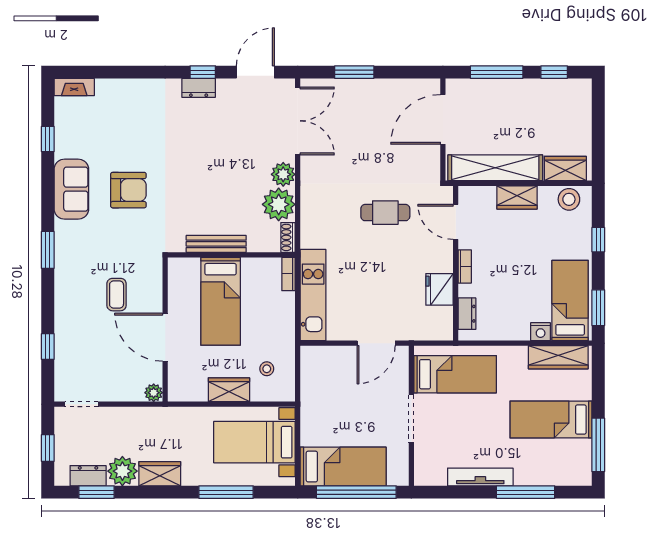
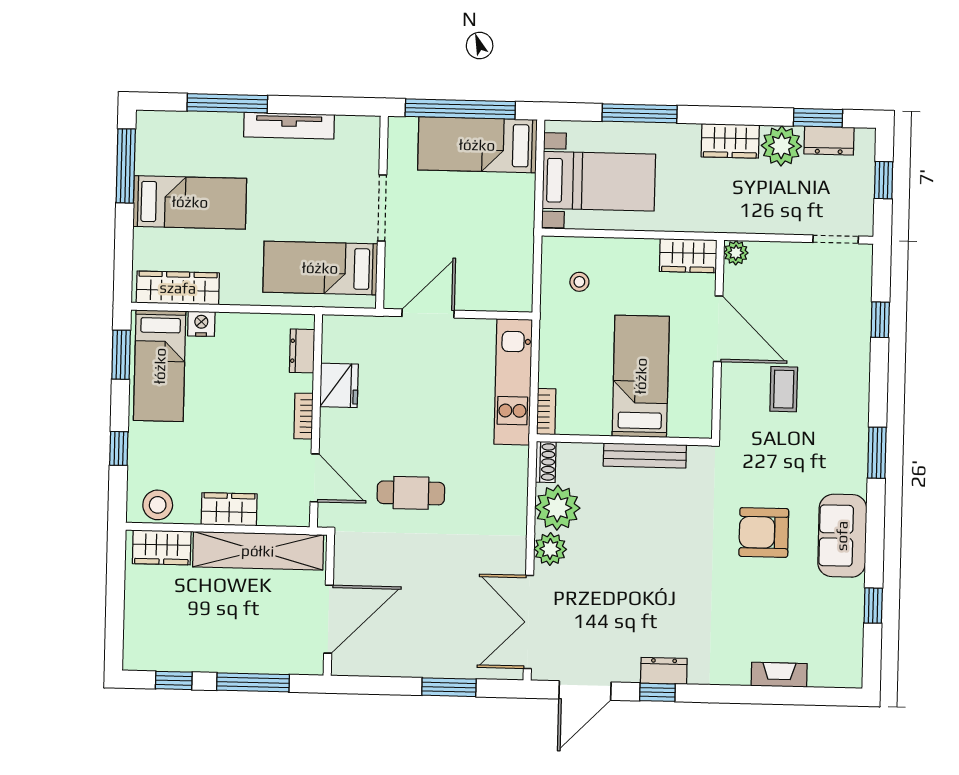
fireplace: (74, 87) -> (779, 675), moved
wardrobe: (229, 390) -> (688, 256), moved

